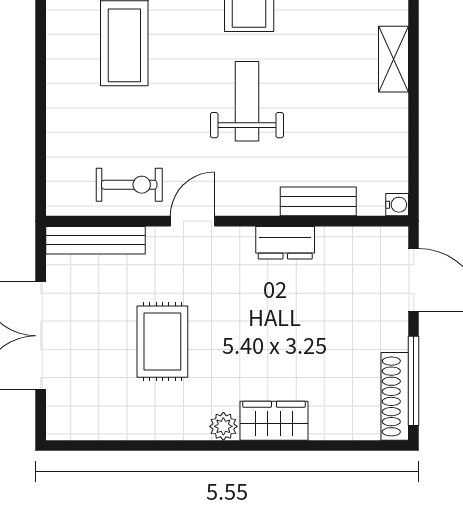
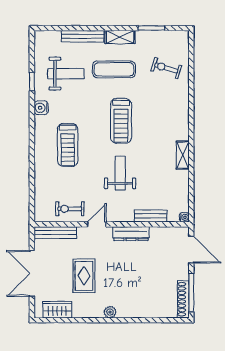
exercise bike: (129, 185) -> (70, 209), turned 180
dresser: (285, 243) -> (131, 234), width x1.44
wardrobe: (274, 421) -> (57, 310), moved

